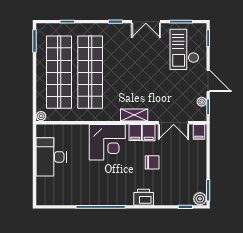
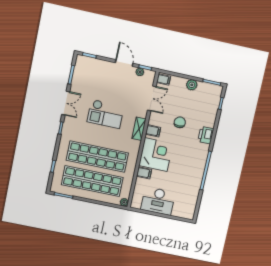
checkout: (184, 49) -> (106, 114), moved
door: (208, 81) -> (124, 63), hinge flipped
filing cabinet: (149, 133) -> (144, 173), moved
plant: (200, 199) -> (192, 85), moved

